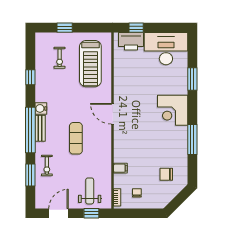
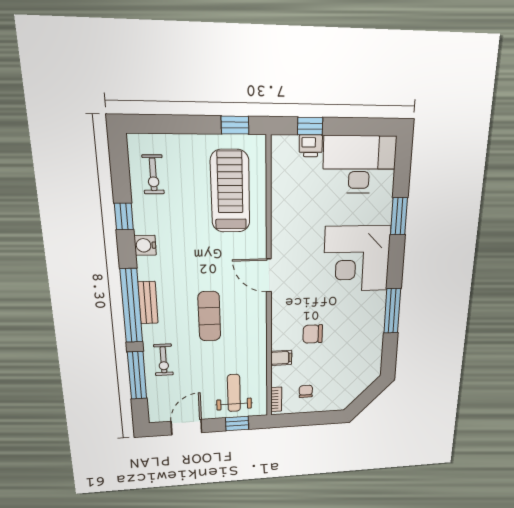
window: (65, 28) -> (235, 125), moved
printer: (131, 41) -> (311, 146), width x0.53, depth x0.68
exercise bike: (60, 58) -> (153, 174), moved
treadmill: (90, 64) -> (230, 191), turned 180
water cooler: (41, 108) -> (145, 245), moved
corner desk: (173, 110) -> (357, 259), width x1.36, depth x1.36
chair: (166, 174) -> (313, 334), moved
window: (30, 175) -> (137, 375), width x1.44

